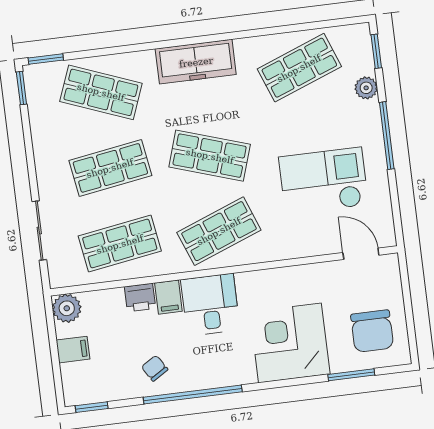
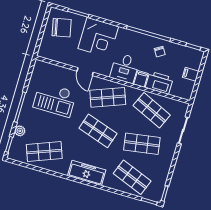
shop shelf: (120, 244) -> (152, 110), turned 33
door: (361, 254) -> (85, 72), moved
printer: (140, 298) -> (159, 83), width x1.87, depth x1.48
plant: (67, 308) -> (186, 93), removed
chair: (372, 331) -> (62, 28), turned 78

